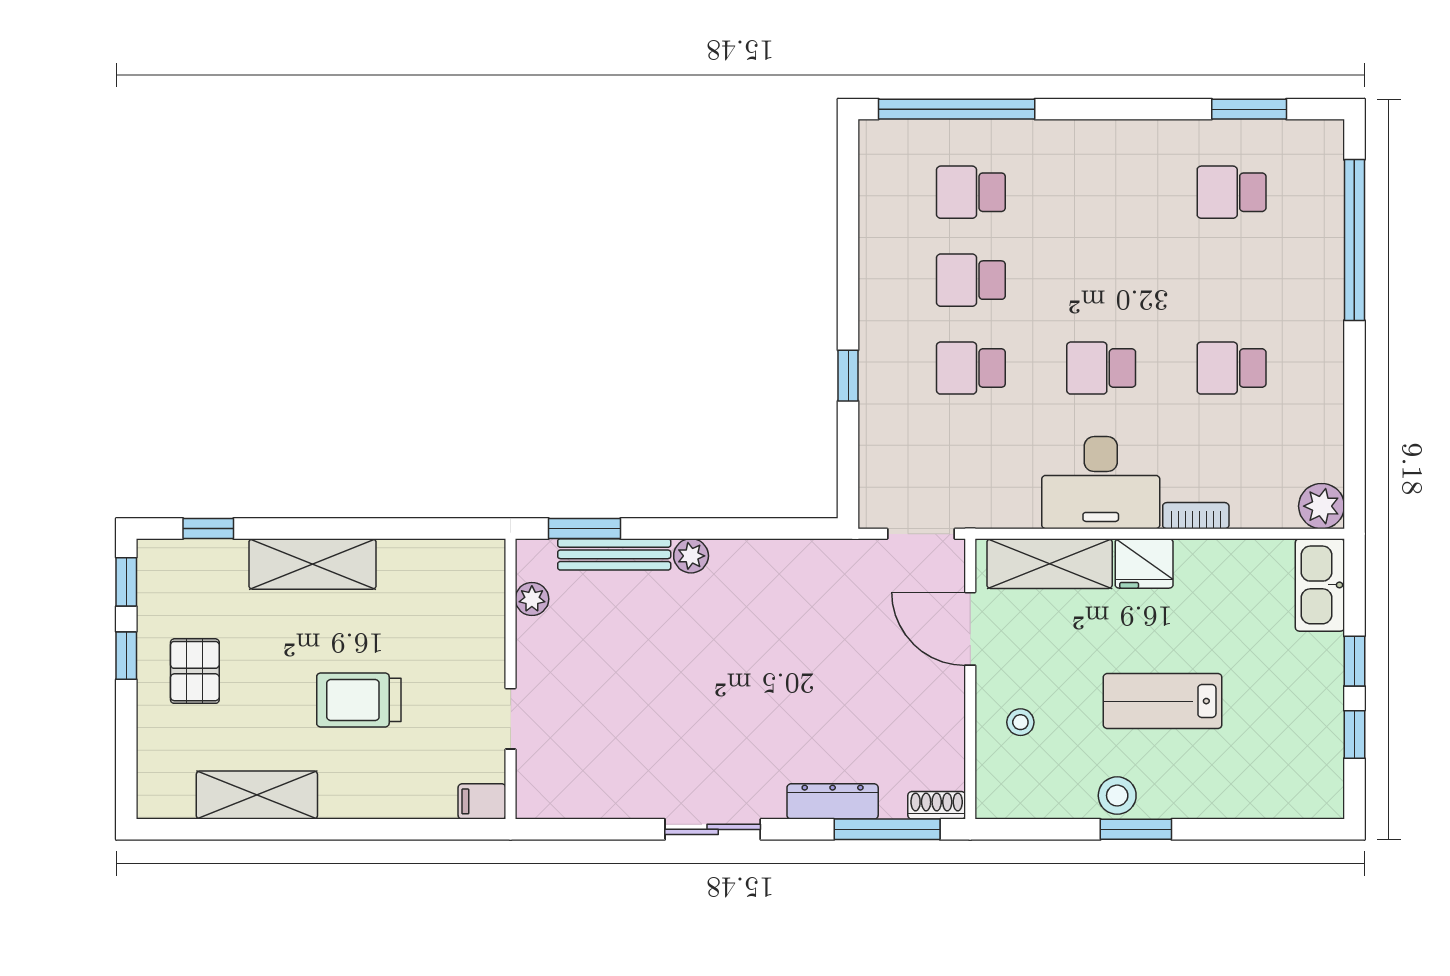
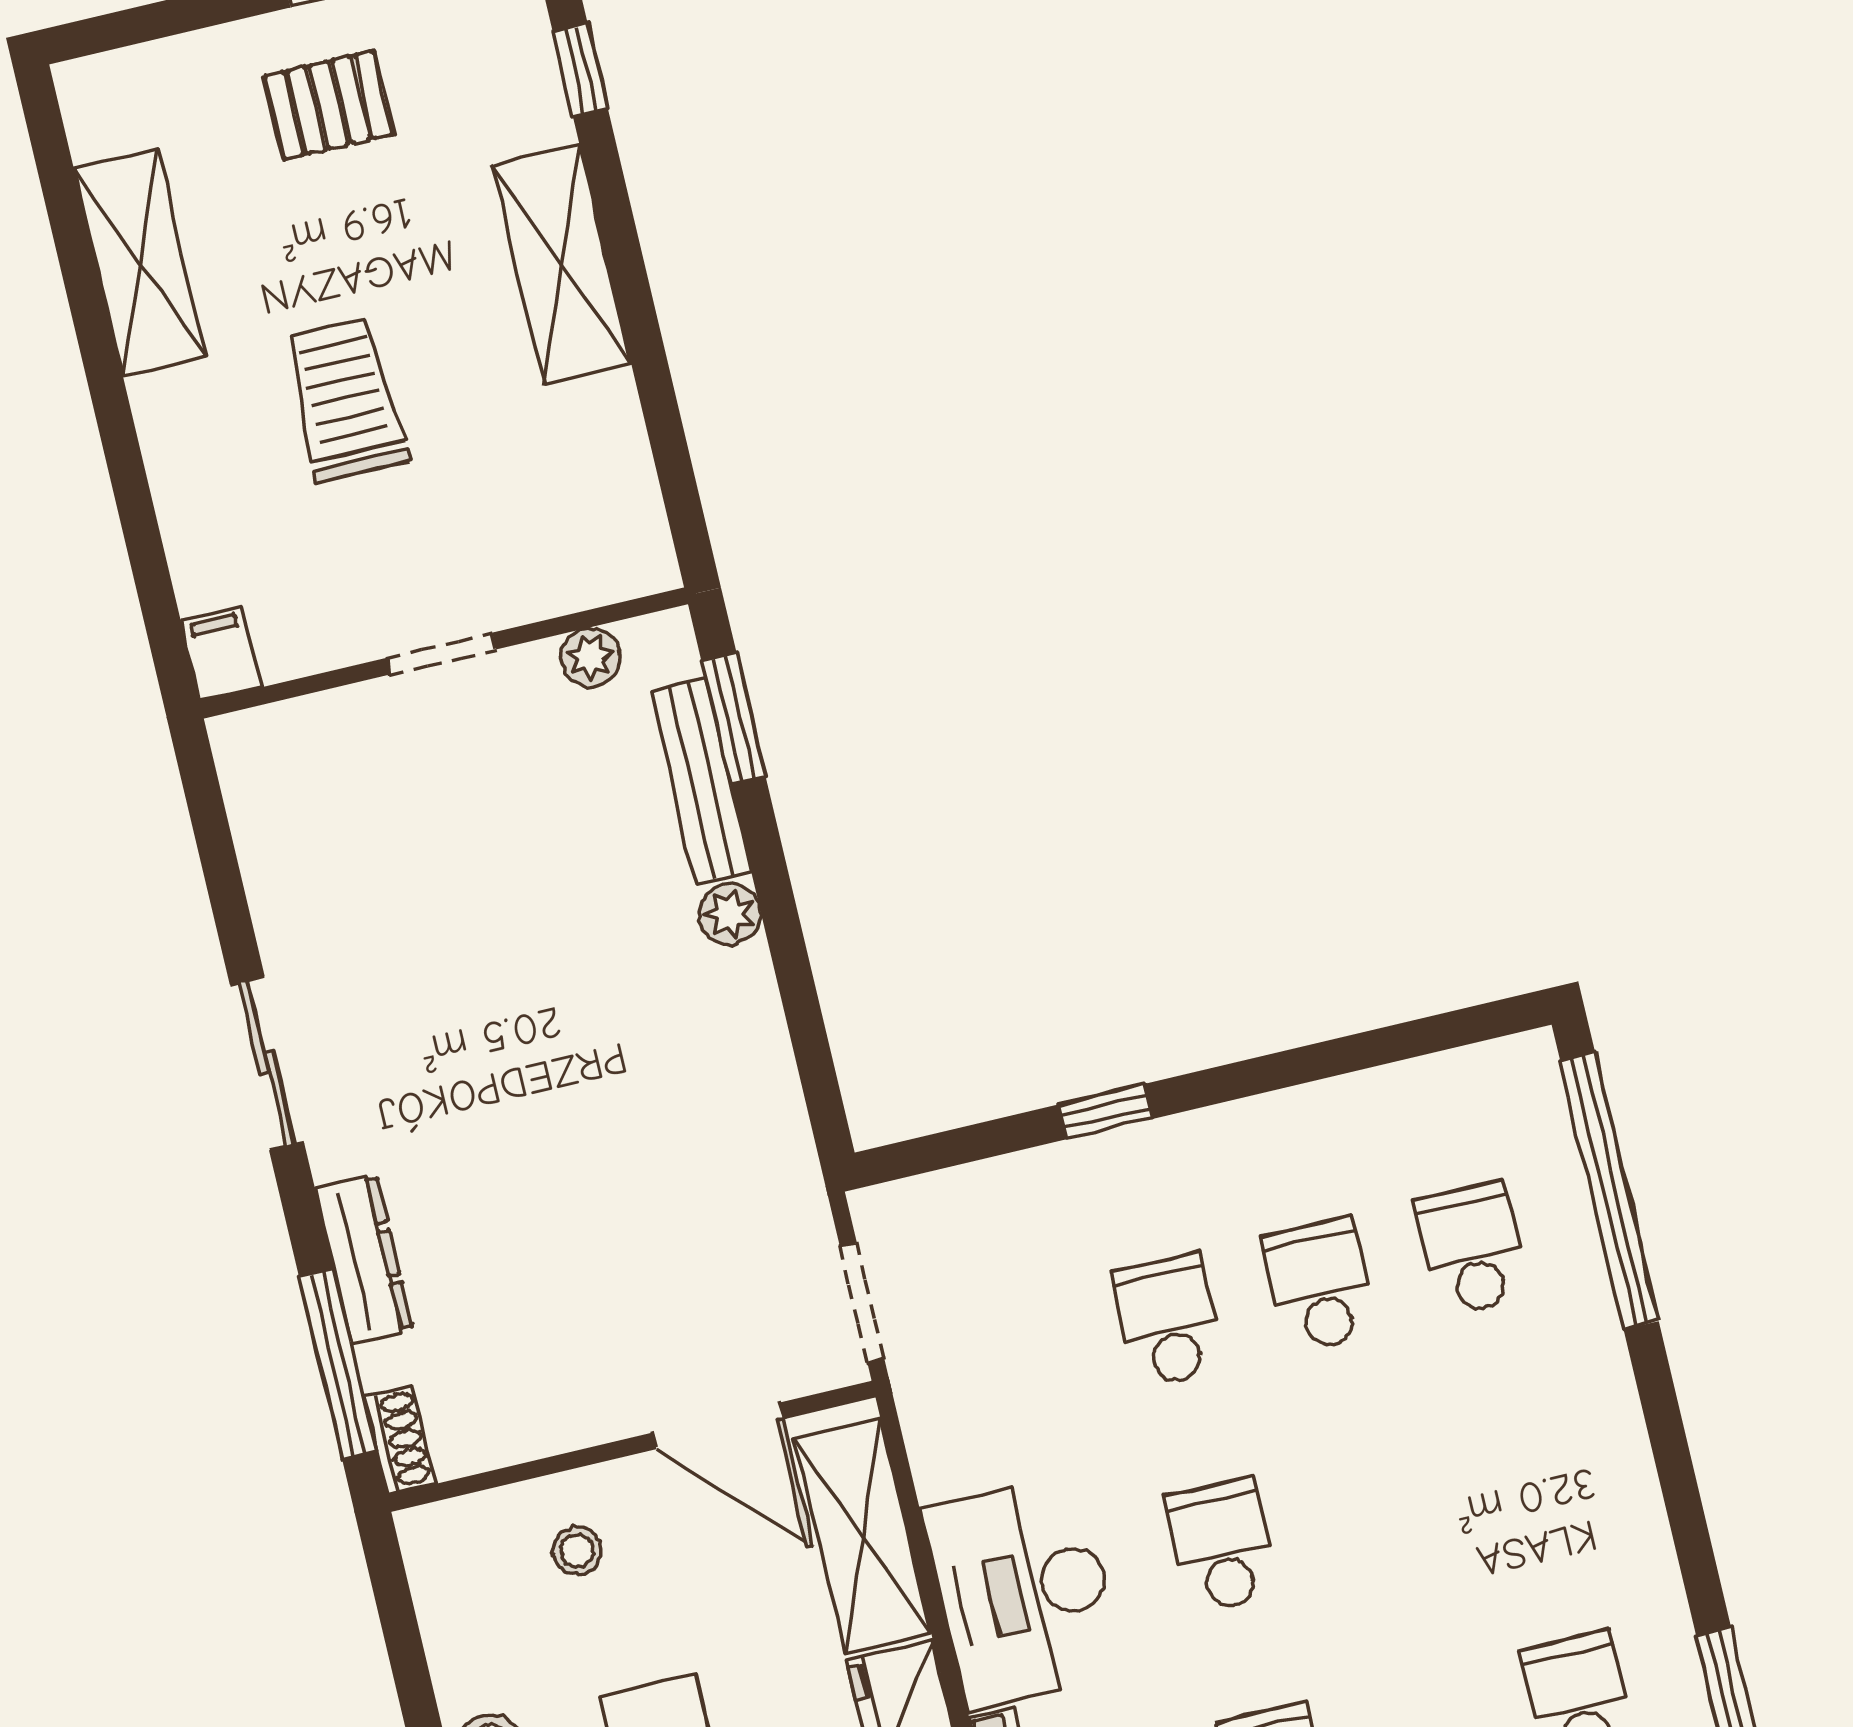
door: (970, 629) -> (718, 1426), swing flipped
doorway: (511, 719) -> (441, 654), moved

